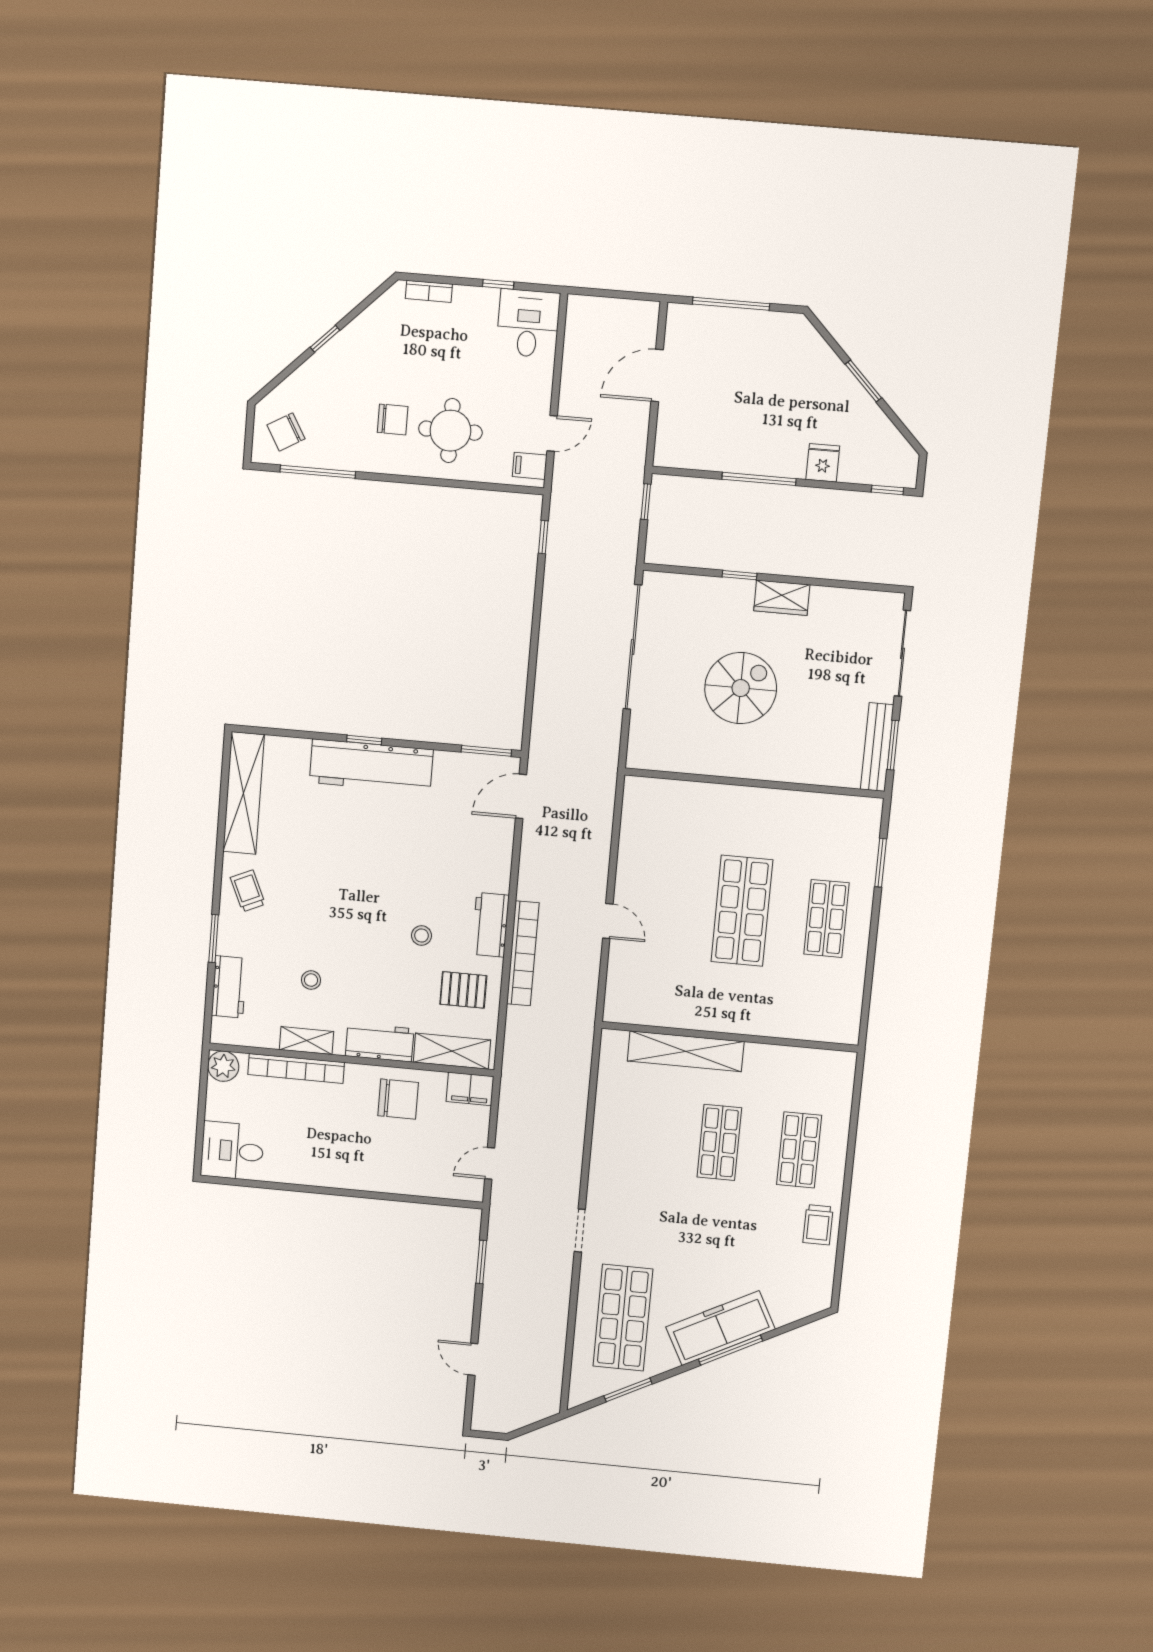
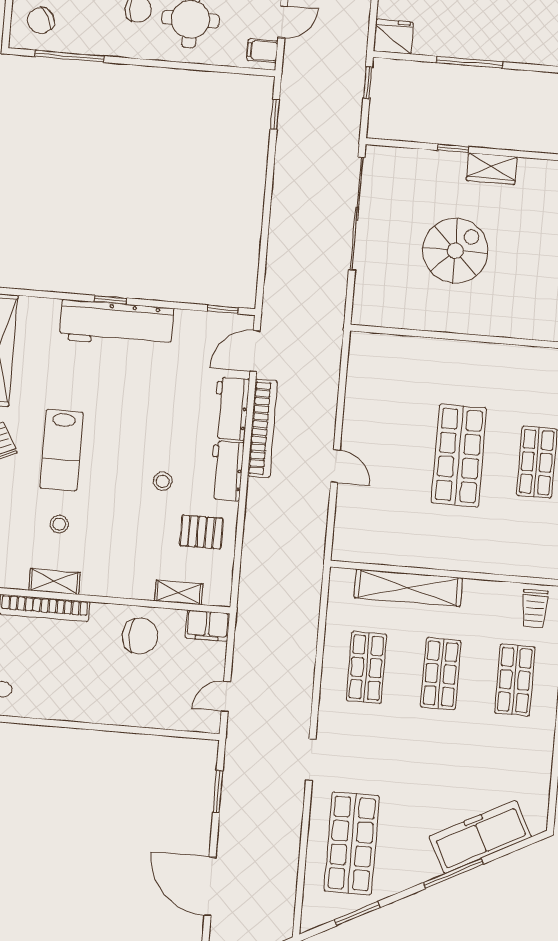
fridge: (823, 463) -> (393, 37), moved, width x1.38
window: (486, 751) -> (223, 309), width x0.67
lab bench: (313, 901) -> (61, 450), added
bookcase: (523, 953) -> (263, 428), moved
workbench: (380, 1042) -> (231, 409), moved, turned -90
shelving: (452, 1051) -> (179, 592), width x0.67, depth x0.75
shop shelf: (640, 1135) -> (366, 667), added
trolley: (818, 1225) -> (535, 609), moved
freezer: (720, 1328) -> (480, 837), moved
door: (473, 1359) -> (210, 886), width x1.88

